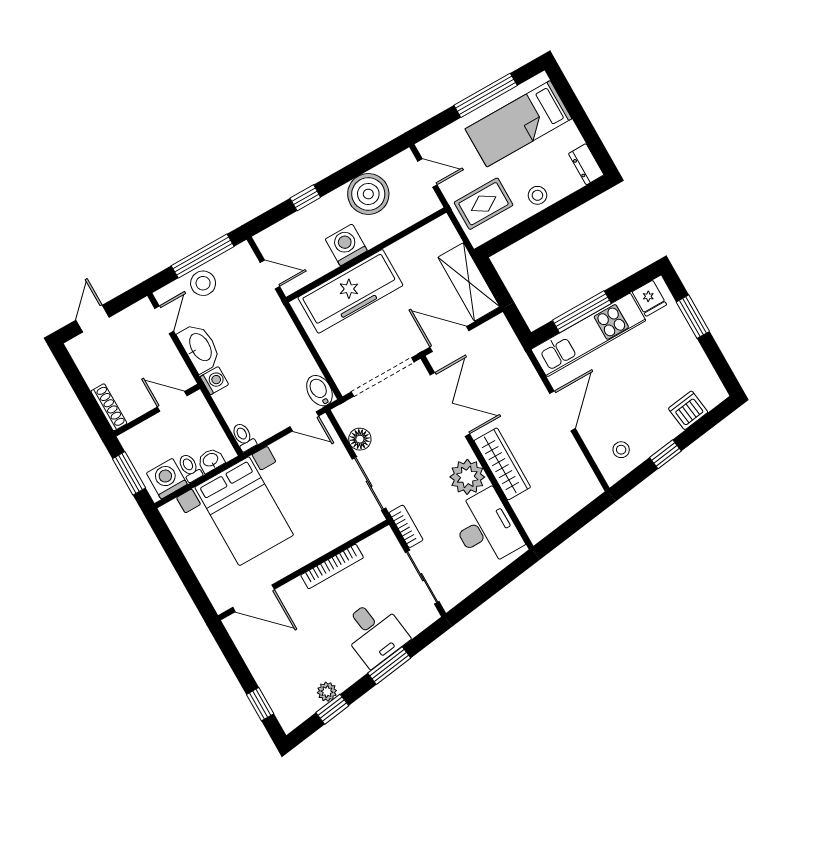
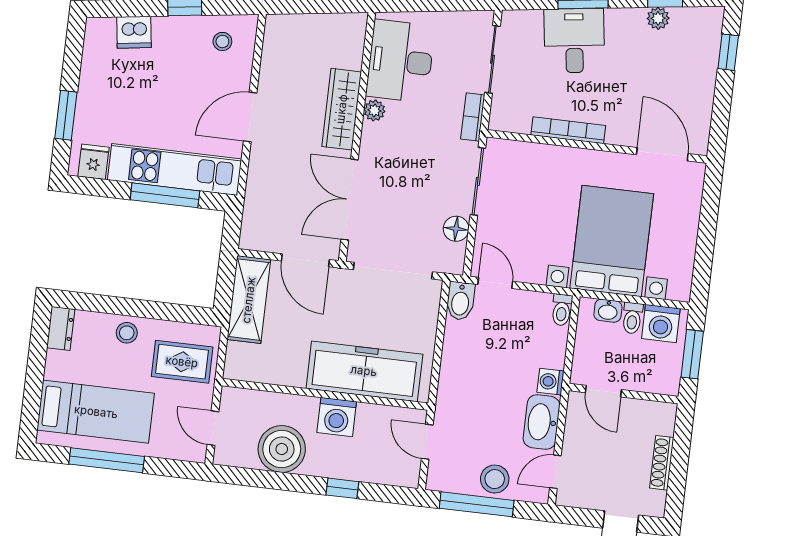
shoe rack: (109, 407) -> (662, 463), moved
plant: (467, 477) -> (374, 110), width x0.53, depth x0.53

